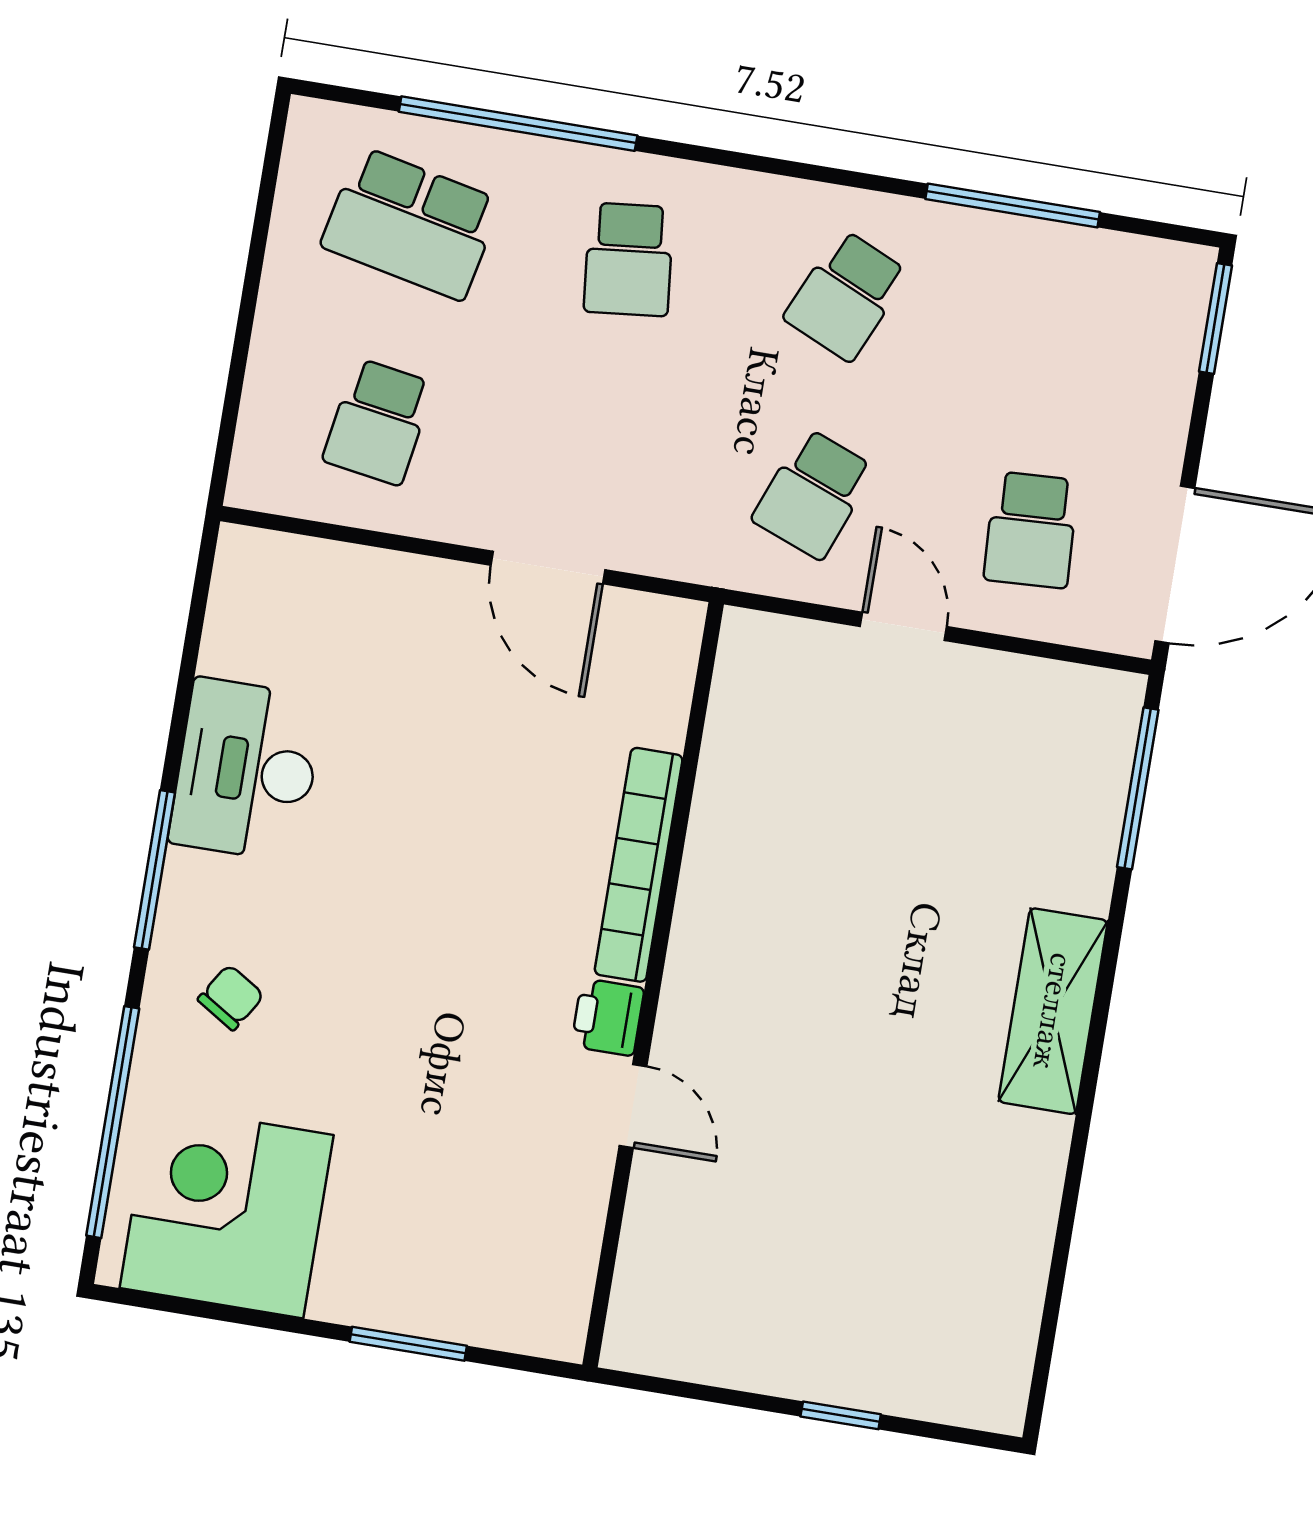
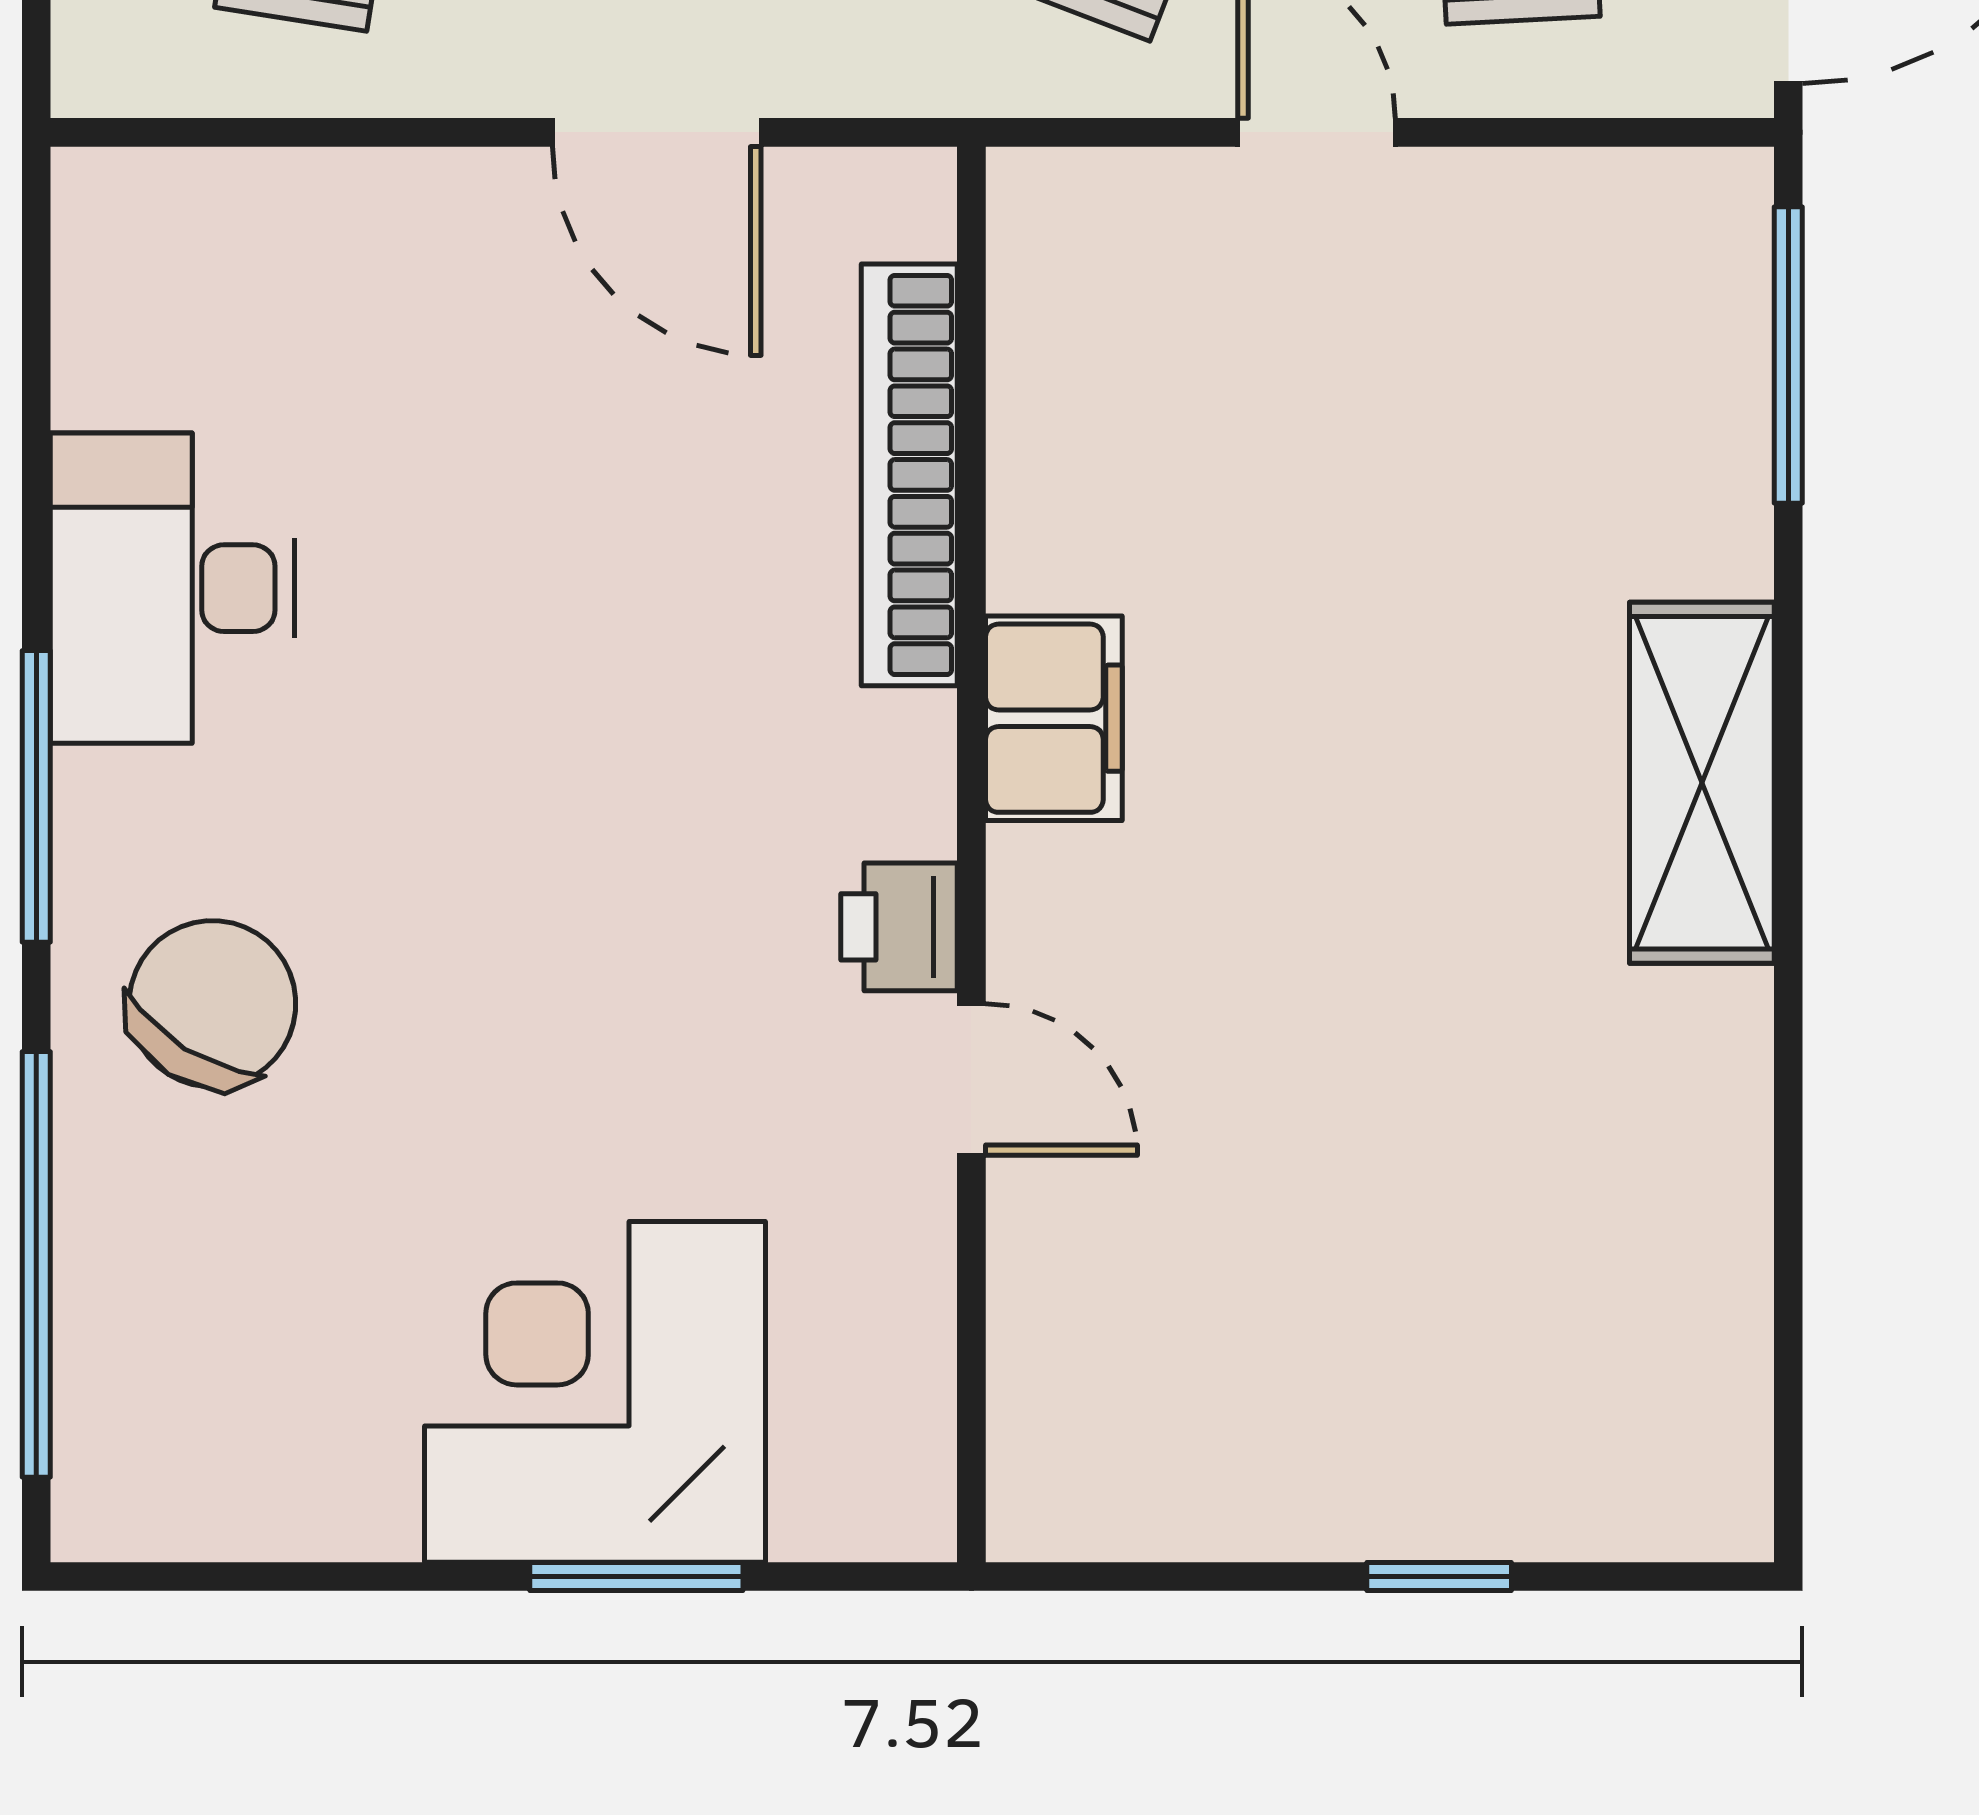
bookcase: (639, 865) -> (909, 475), moved
filing cabinet: (710, 919) -> (1054, 718), added
chair: (231, 997) -> (212, 1004), width x1.87, depth x1.87
corner desk: (227, 1212) -> (595, 1392), moved

